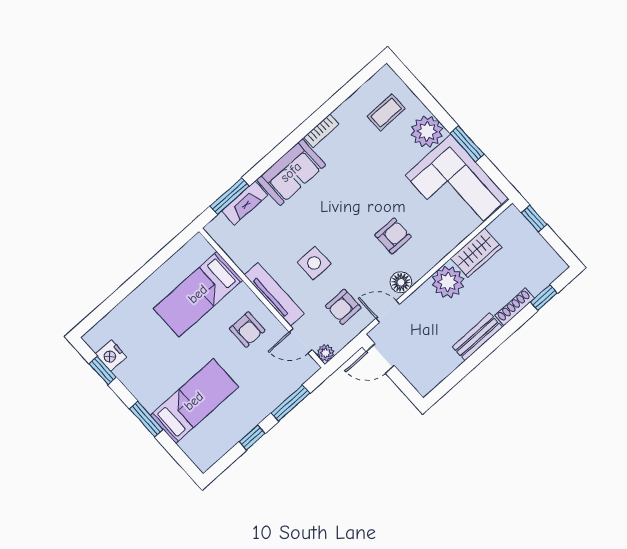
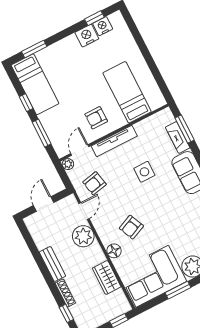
armchair: (393, 236) -> (131, 227), turned 66
side table: (314, 263) -> (144, 172), moved
floor lamp: (401, 282) -> (114, 251), moved
plant: (448, 282) -> (83, 236), moved
armchair: (343, 307) -> (94, 183), turned -102
door: (380, 359) -> (44, 204), moved
nightstand: (131, 375) -> (87, 36), added
bed: (194, 401) -> (35, 84), moved
window: (146, 419) -> (34, 49), moved

